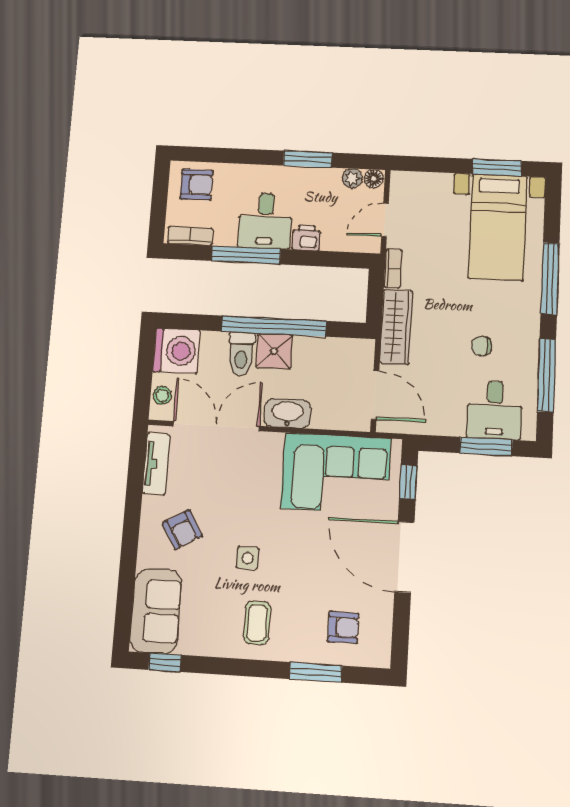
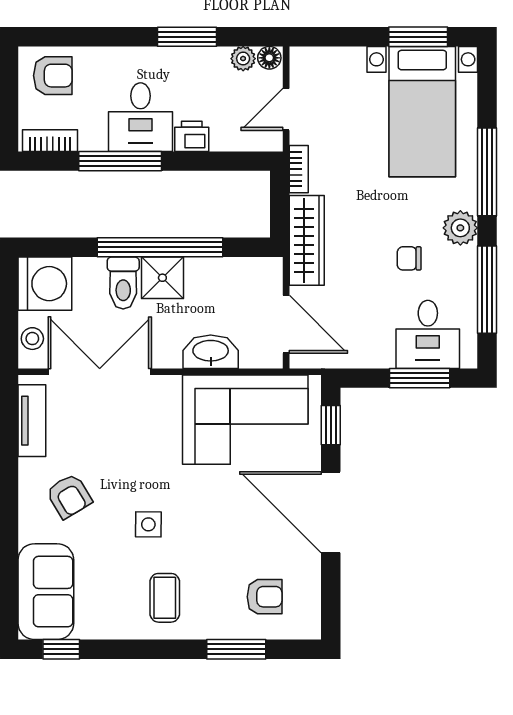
plant: (526, 323) -> (460, 228), added
washbasin: (287, 413) -> (211, 352), moved

